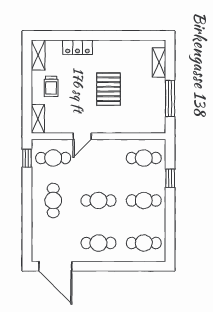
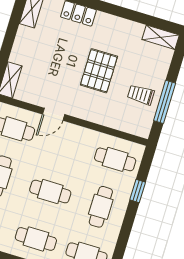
shelving: (159, 62) -> (161, 37), moved, turned 90
trolley: (51, 86) -> (141, 95), moved, turned 90
cafe table: (144, 200) -> (101, 207), turned 90

